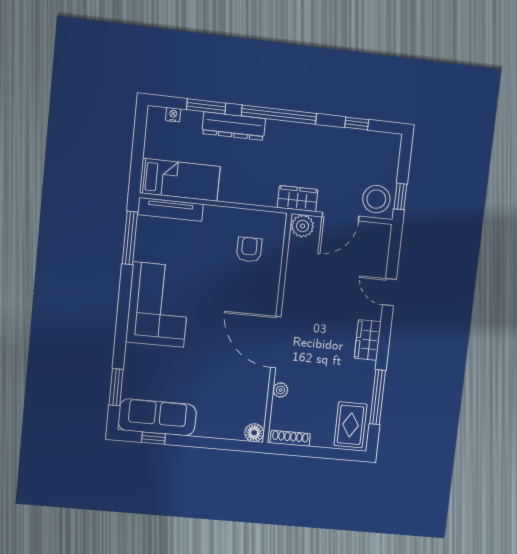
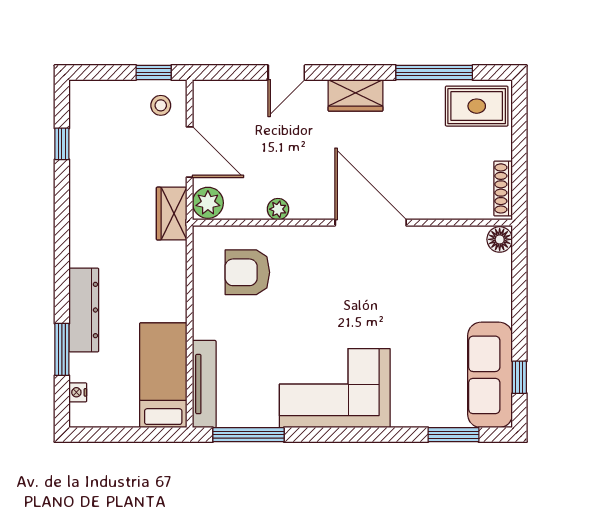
window: (279, 115) -> (62, 251), removed
stool: (376, 199) -> (161, 105), width x0.53, depth x0.53
armchair: (249, 250) -> (247, 272), width x1.38, depth x1.38
door: (276, 342) -> (371, 223), swing flipped
plant: (280, 390) -> (278, 209), moved

